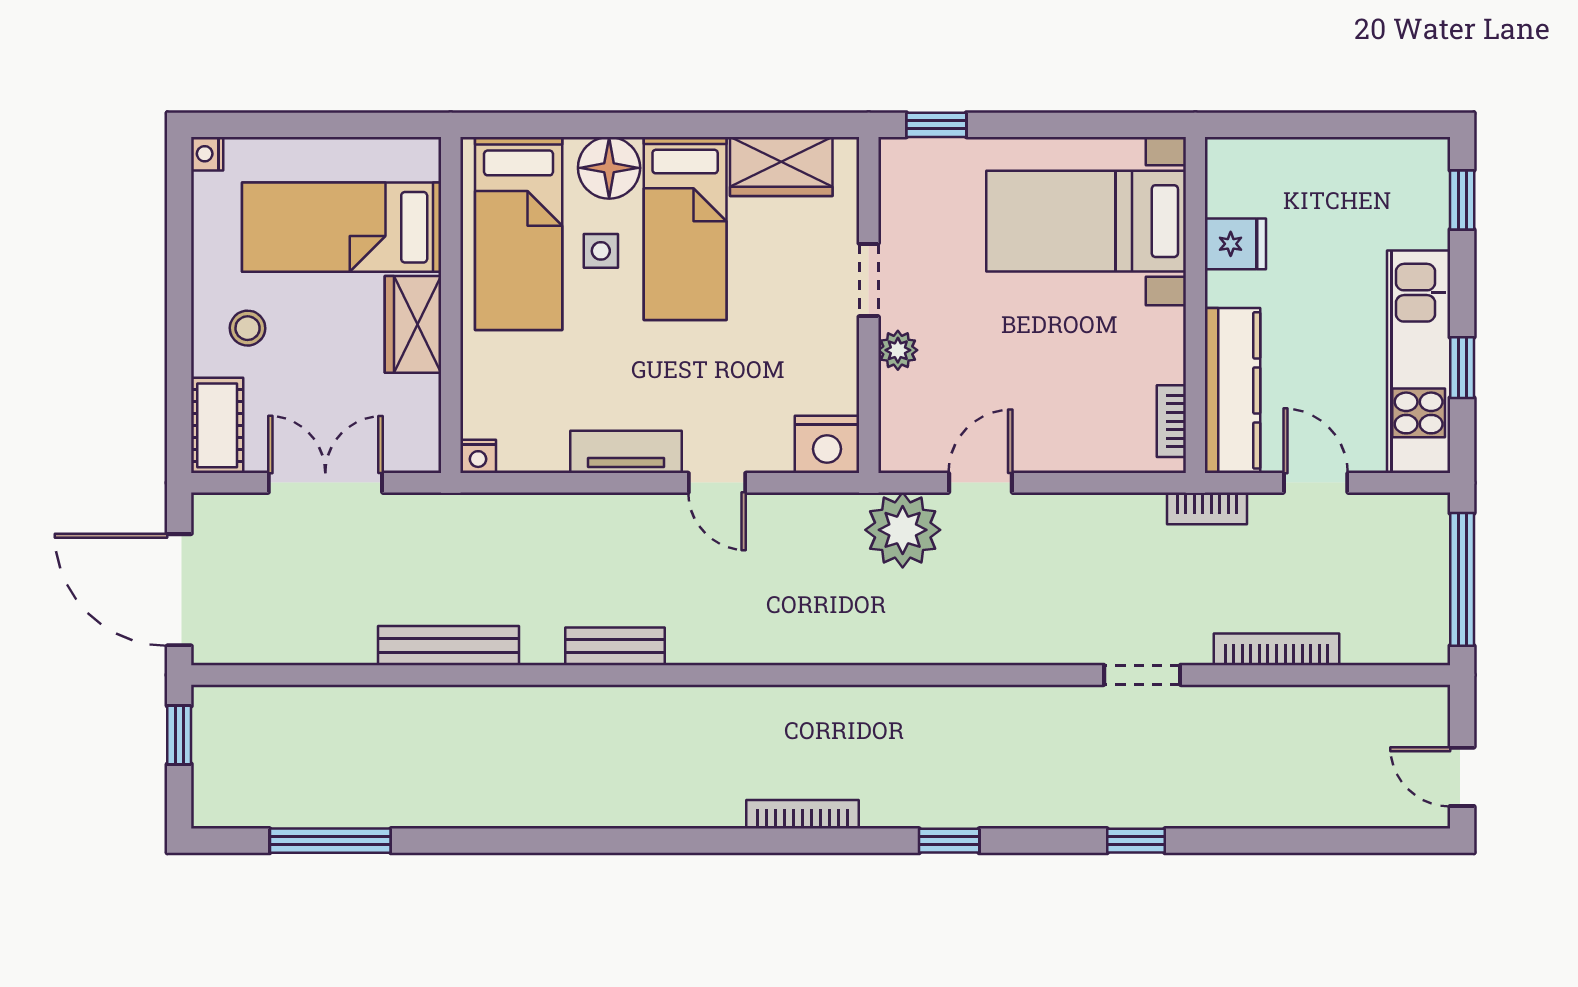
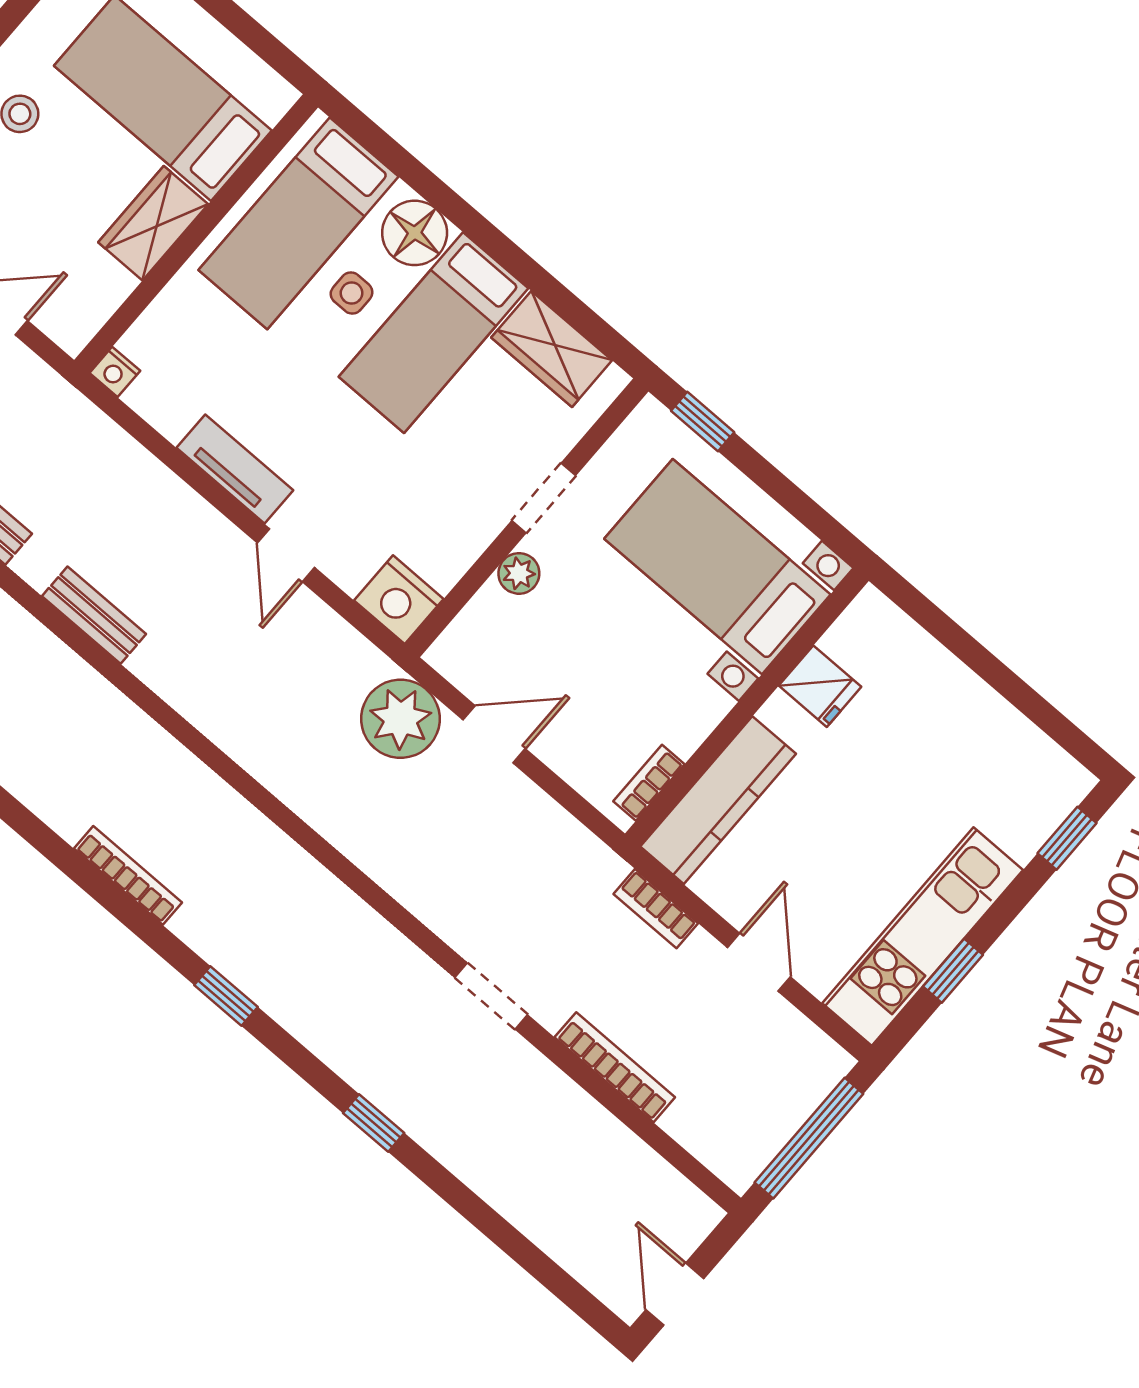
bed with nightstands: (1086, 221) -> (717, 567), moved
fridge: (1235, 244) -> (820, 686), moved
wall: (1195, 305) -> (747, 707), moved
kitchen counter: (1233, 390) -> (718, 800), moved
bookcase: (1171, 421) -> (649, 783), moved

